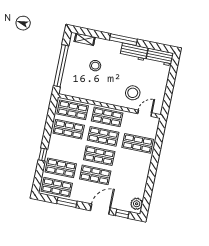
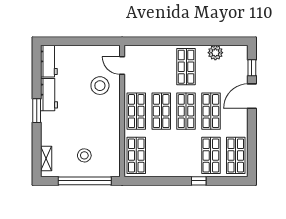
window: (123, 40) -> (37, 111), width x0.69
stool: (95, 66) -> (84, 155), moved
shop shelf: (69, 129) -> (161, 155), removed
shop shelf: (138, 143) -> (186, 67), moved
window: (67, 202) -> (252, 139), removed
plant: (137, 204) -> (215, 53), moved
door: (100, 209) -> (252, 96), hinge flipped

